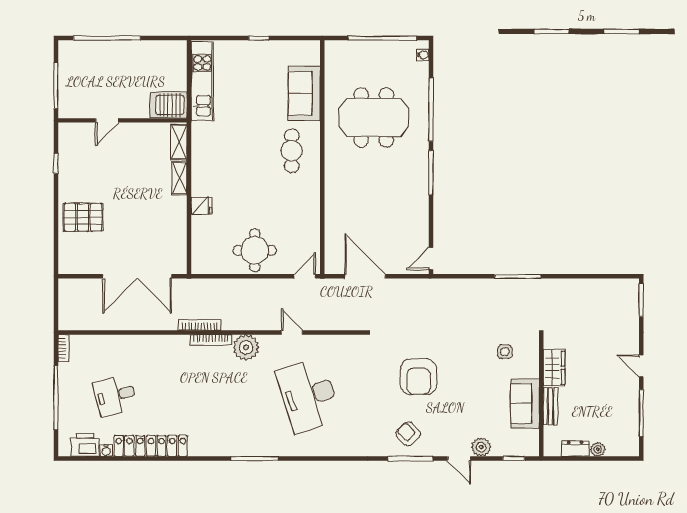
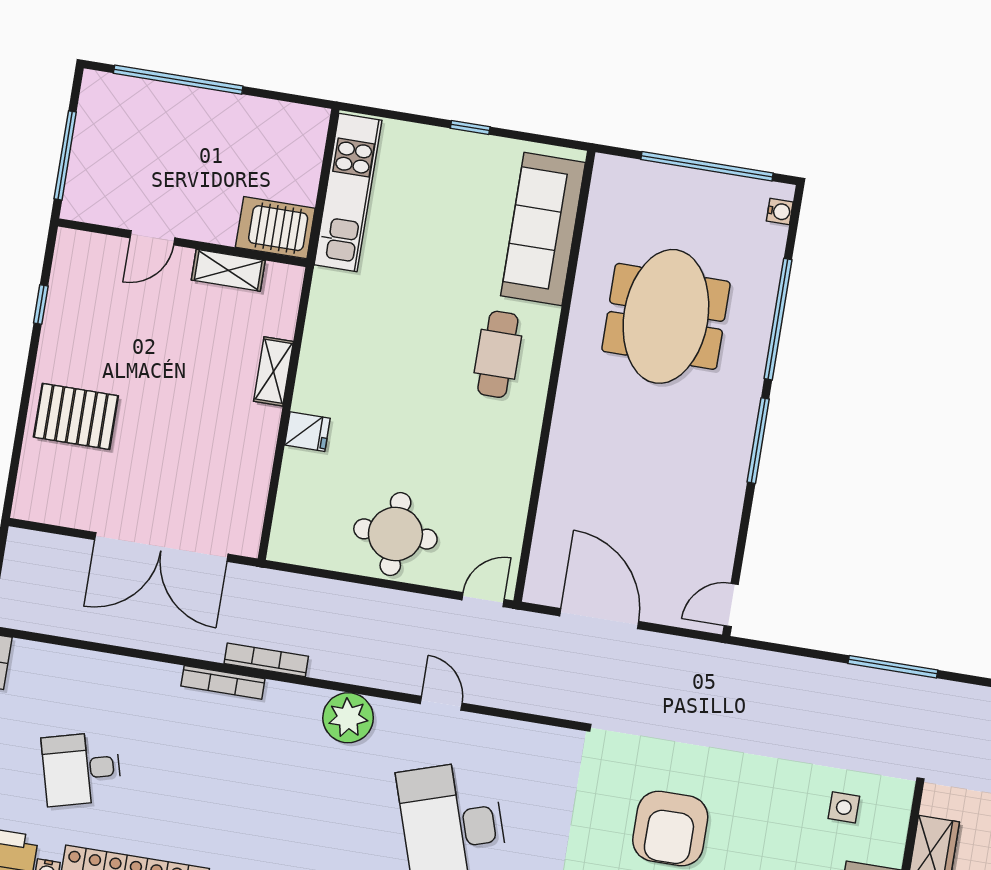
sofa: (304, 93) -> (543, 229), width x1.36
meeting table: (374, 118) -> (666, 316), turned 90
shelving: (179, 142) -> (228, 270), moved, turned 90
bookcase: (211, 340) -> (223, 682), moved

